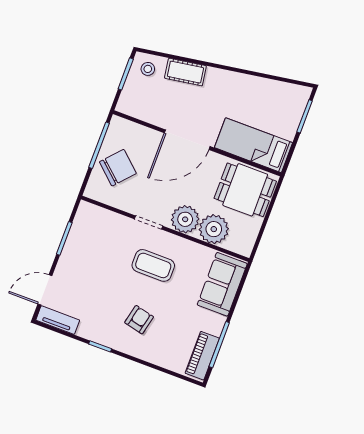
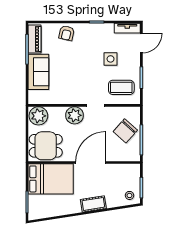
cot: (185, 72) -> (93, 204), moved
bed: (253, 145) -> (51, 179), width x1.50
plant: (214, 229) -> (38, 116), moved
coffee table: (153, 265) -> (121, 87), moved
side table: (100, 283) -> (111, 59), added
sofa: (222, 284) -> (38, 72), moved
armchair: (139, 320) -> (67, 33), moved

